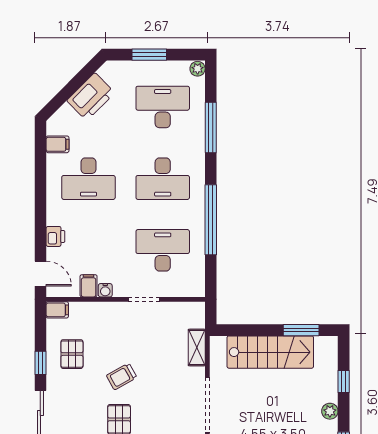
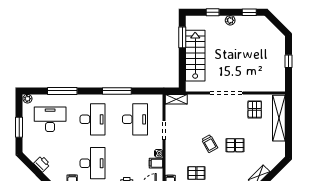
printer: (91, 97) -> (42, 164), width x0.53, depth x0.68
desk: (163, 107) -> (50, 119), turned 90
window: (211, 220) -> (117, 91), width x0.68
desk: (163, 250) -> (135, 119), turned 180
shelving: (197, 348) -> (176, 99), moved

